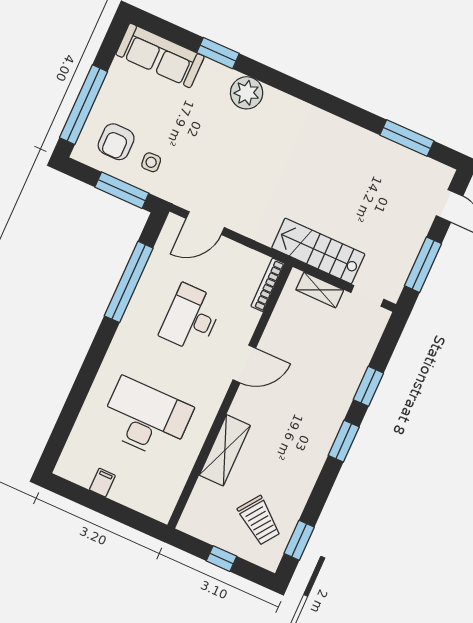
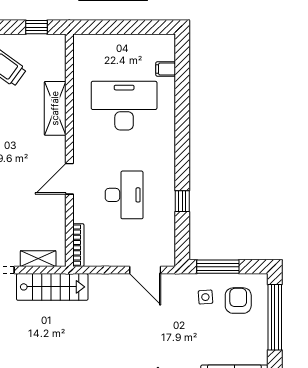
door: (205, 223) -> (145, 270), swing flipped
window: (129, 282) -> (182, 201), width x0.32
desk: (146, 418) -> (124, 106), turned 180
filing cabinet: (102, 483) -> (166, 69), moved, turned 90
window: (221, 559) -> (36, 27), moved

